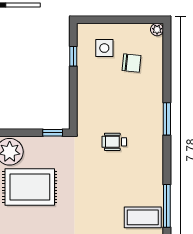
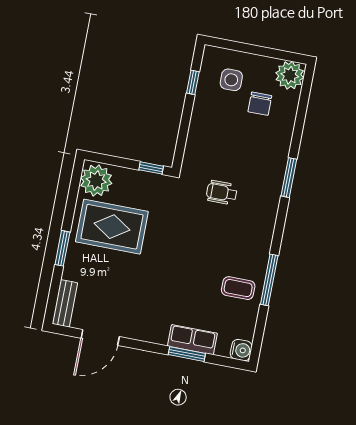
plant: (157, 30) -> (290, 75), width x1.87, depth x1.87
chair: (131, 63) -> (260, 104), turned 84
coffee table: (143, 217) -> (238, 288), width x0.73, depth x0.77

